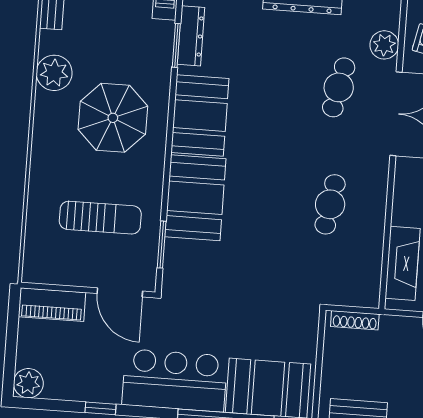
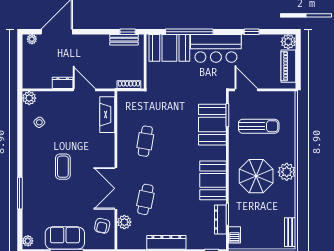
plant: (54, 73) -> (287, 172), moved
booth: (195, 198) -> (212, 125), moved
sun lounger: (100, 218) -> (259, 126), turned 180
piano: (52, 305) -> (288, 66), moved, turned -90

